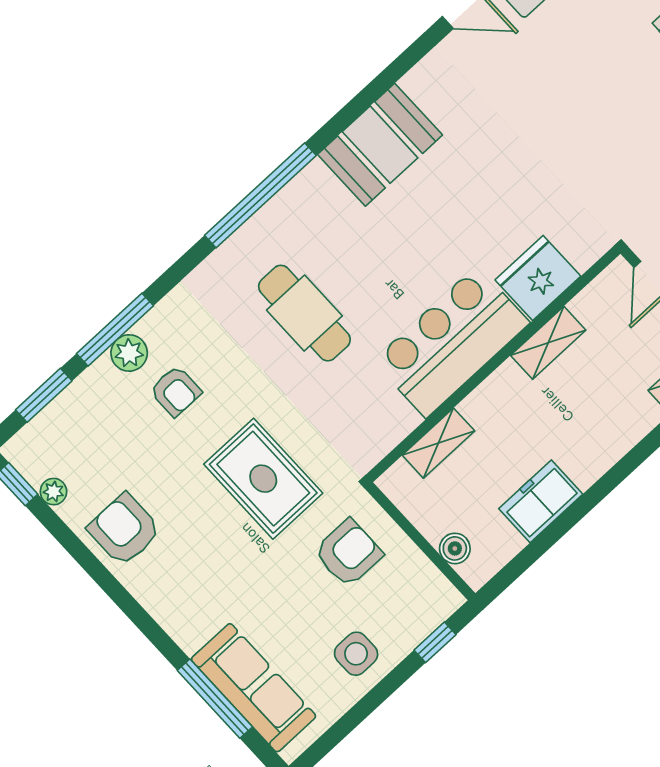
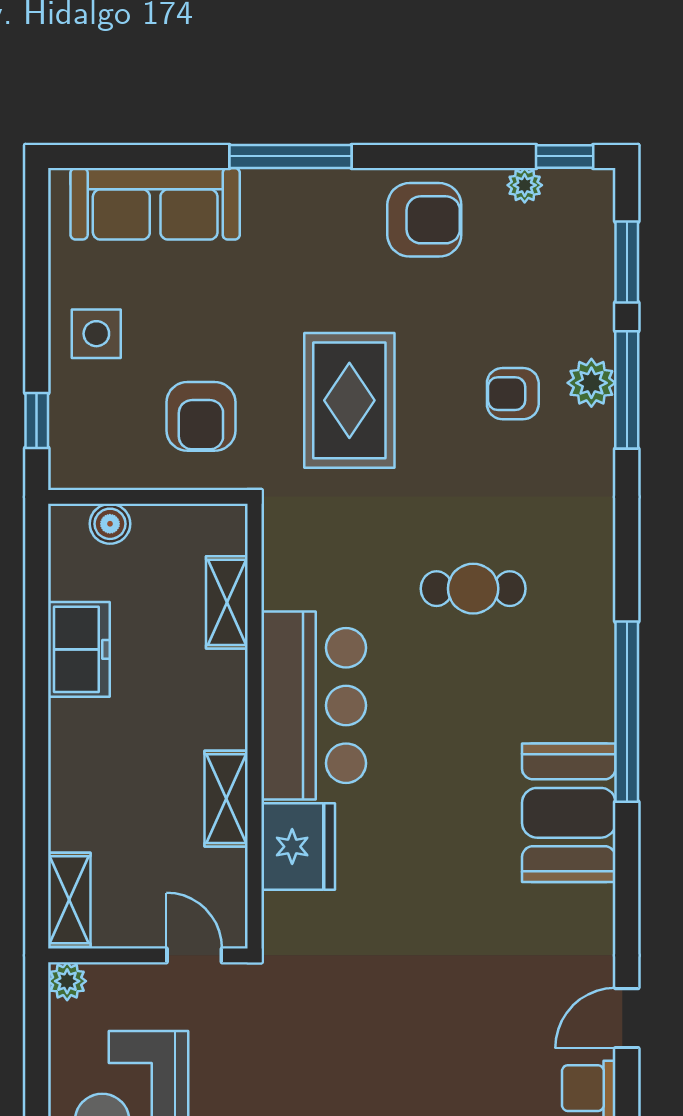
window: (260, 195) -> (627, 712), moved
cafe table: (304, 313) -> (473, 589), width x0.73, depth x0.74
rug: (263, 479) -> (349, 400), turned 90
window: (215, 699) -> (290, 156), moved

